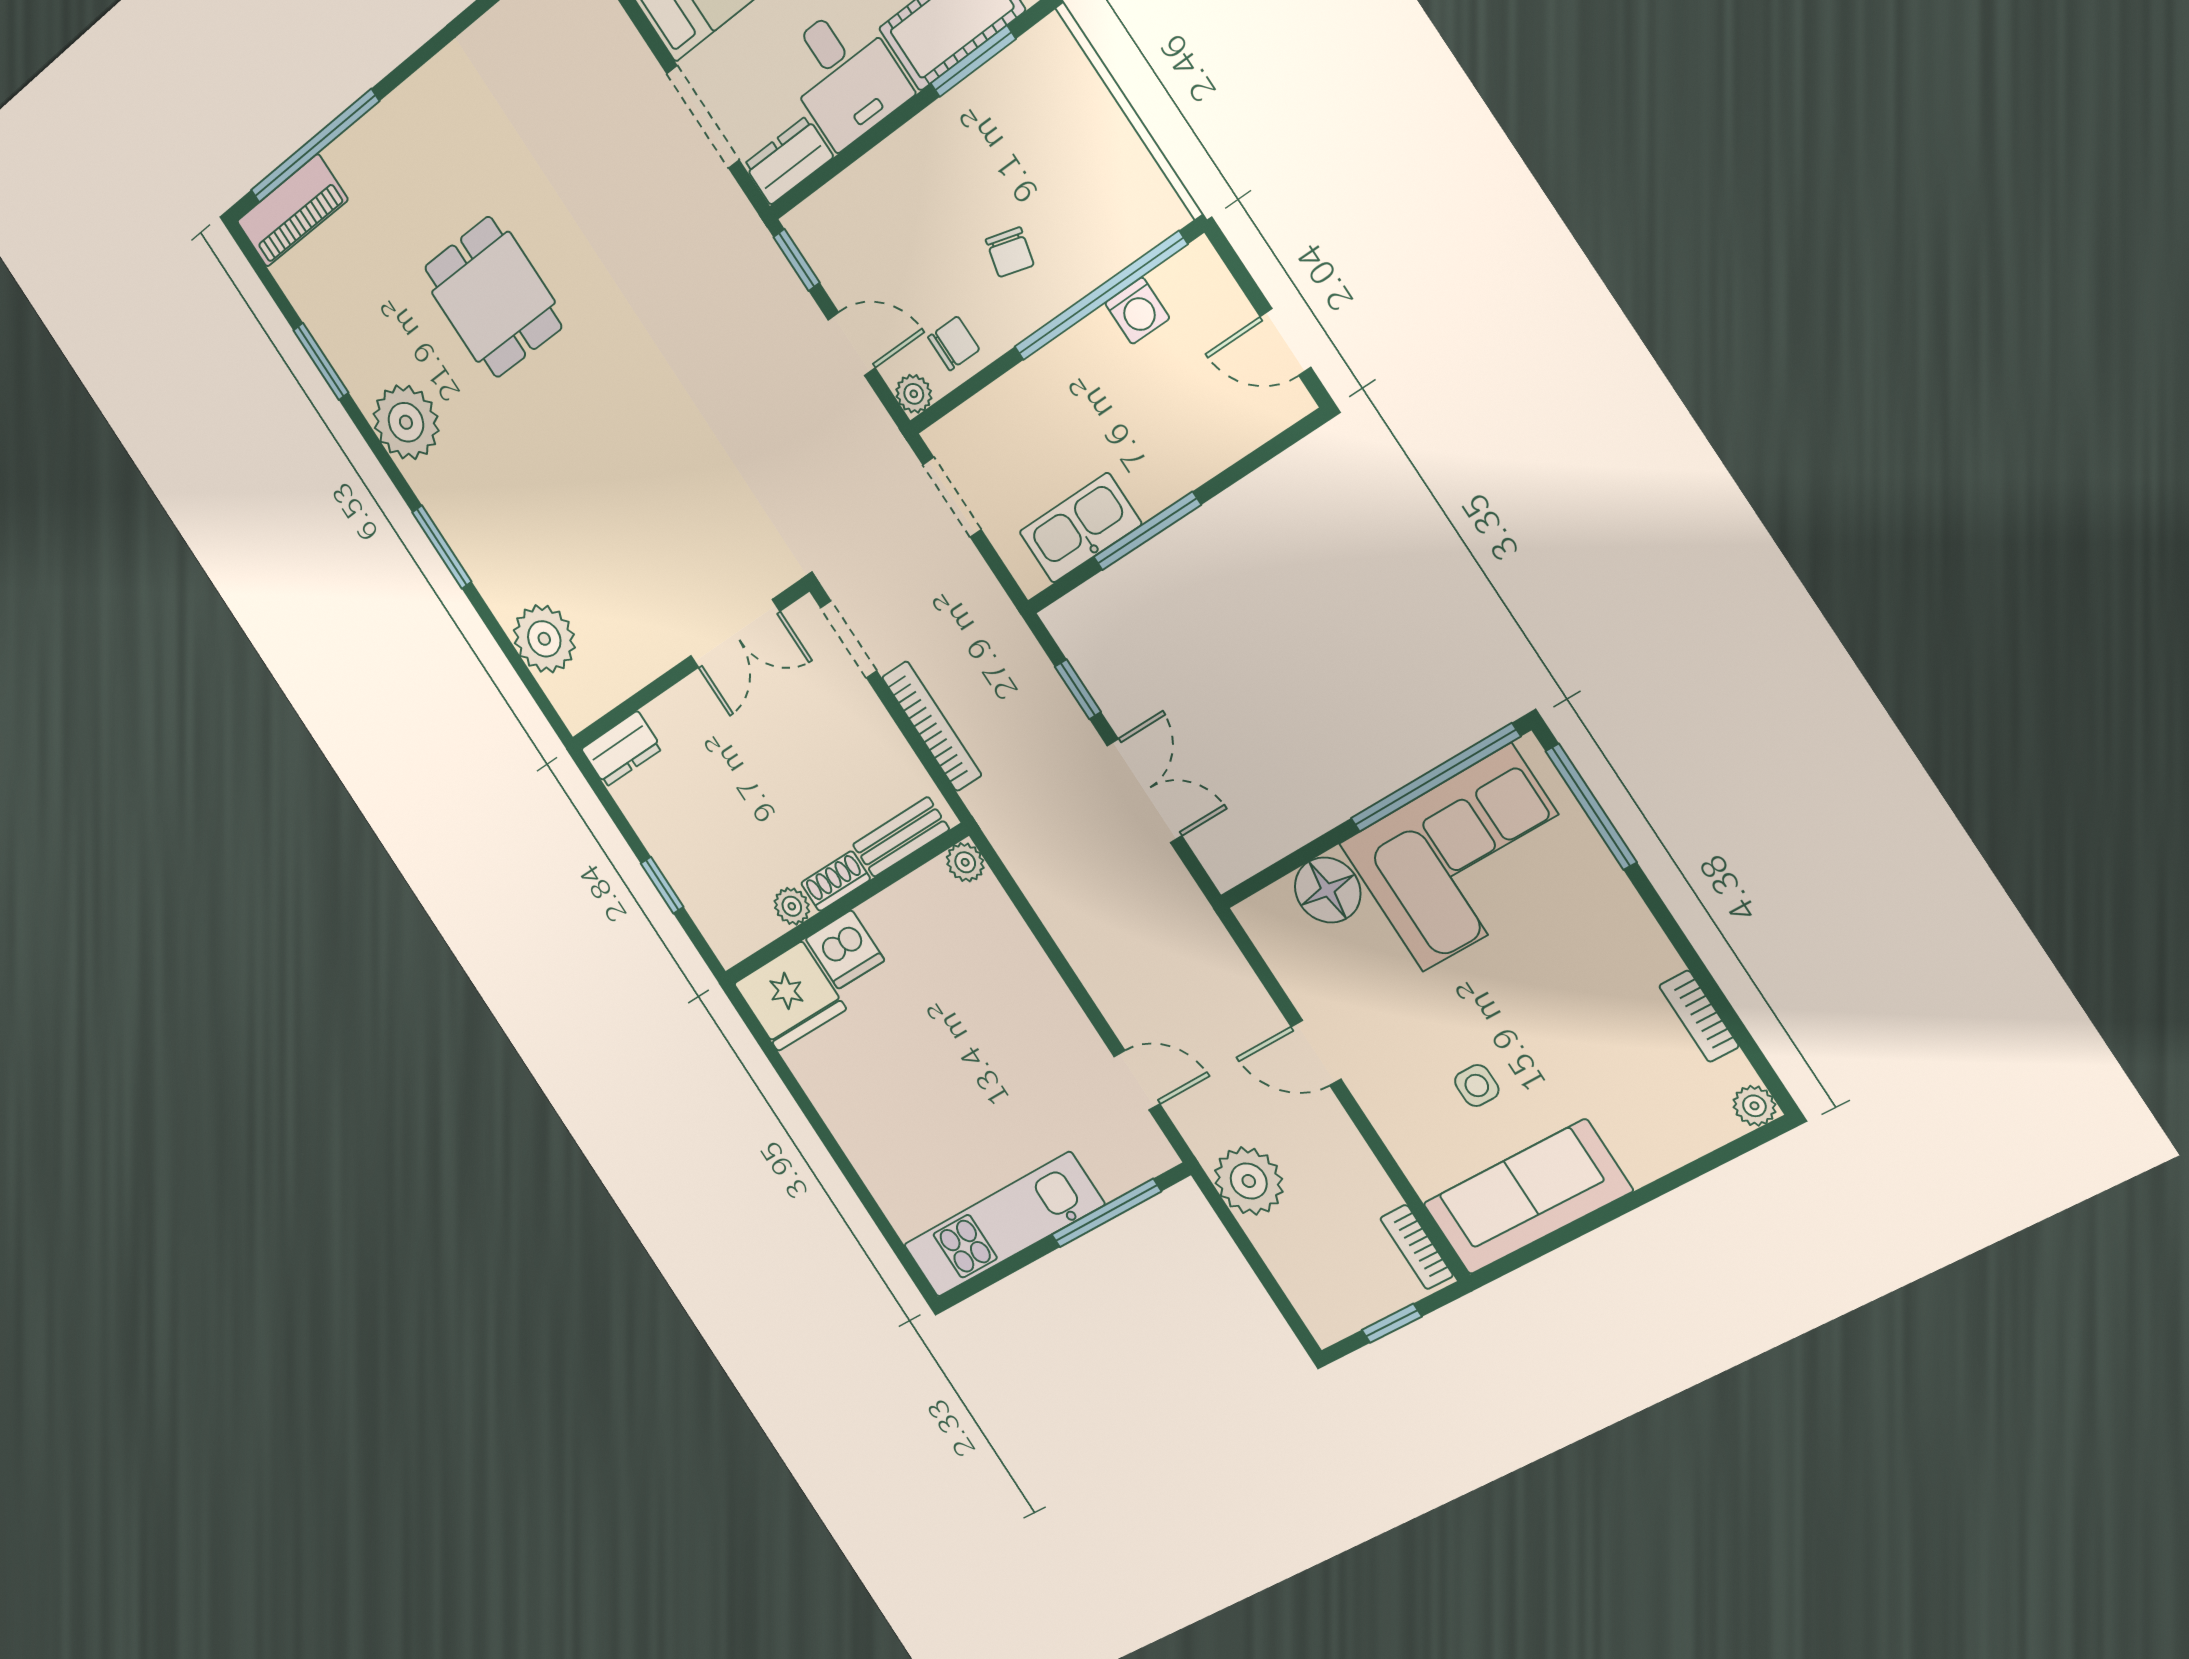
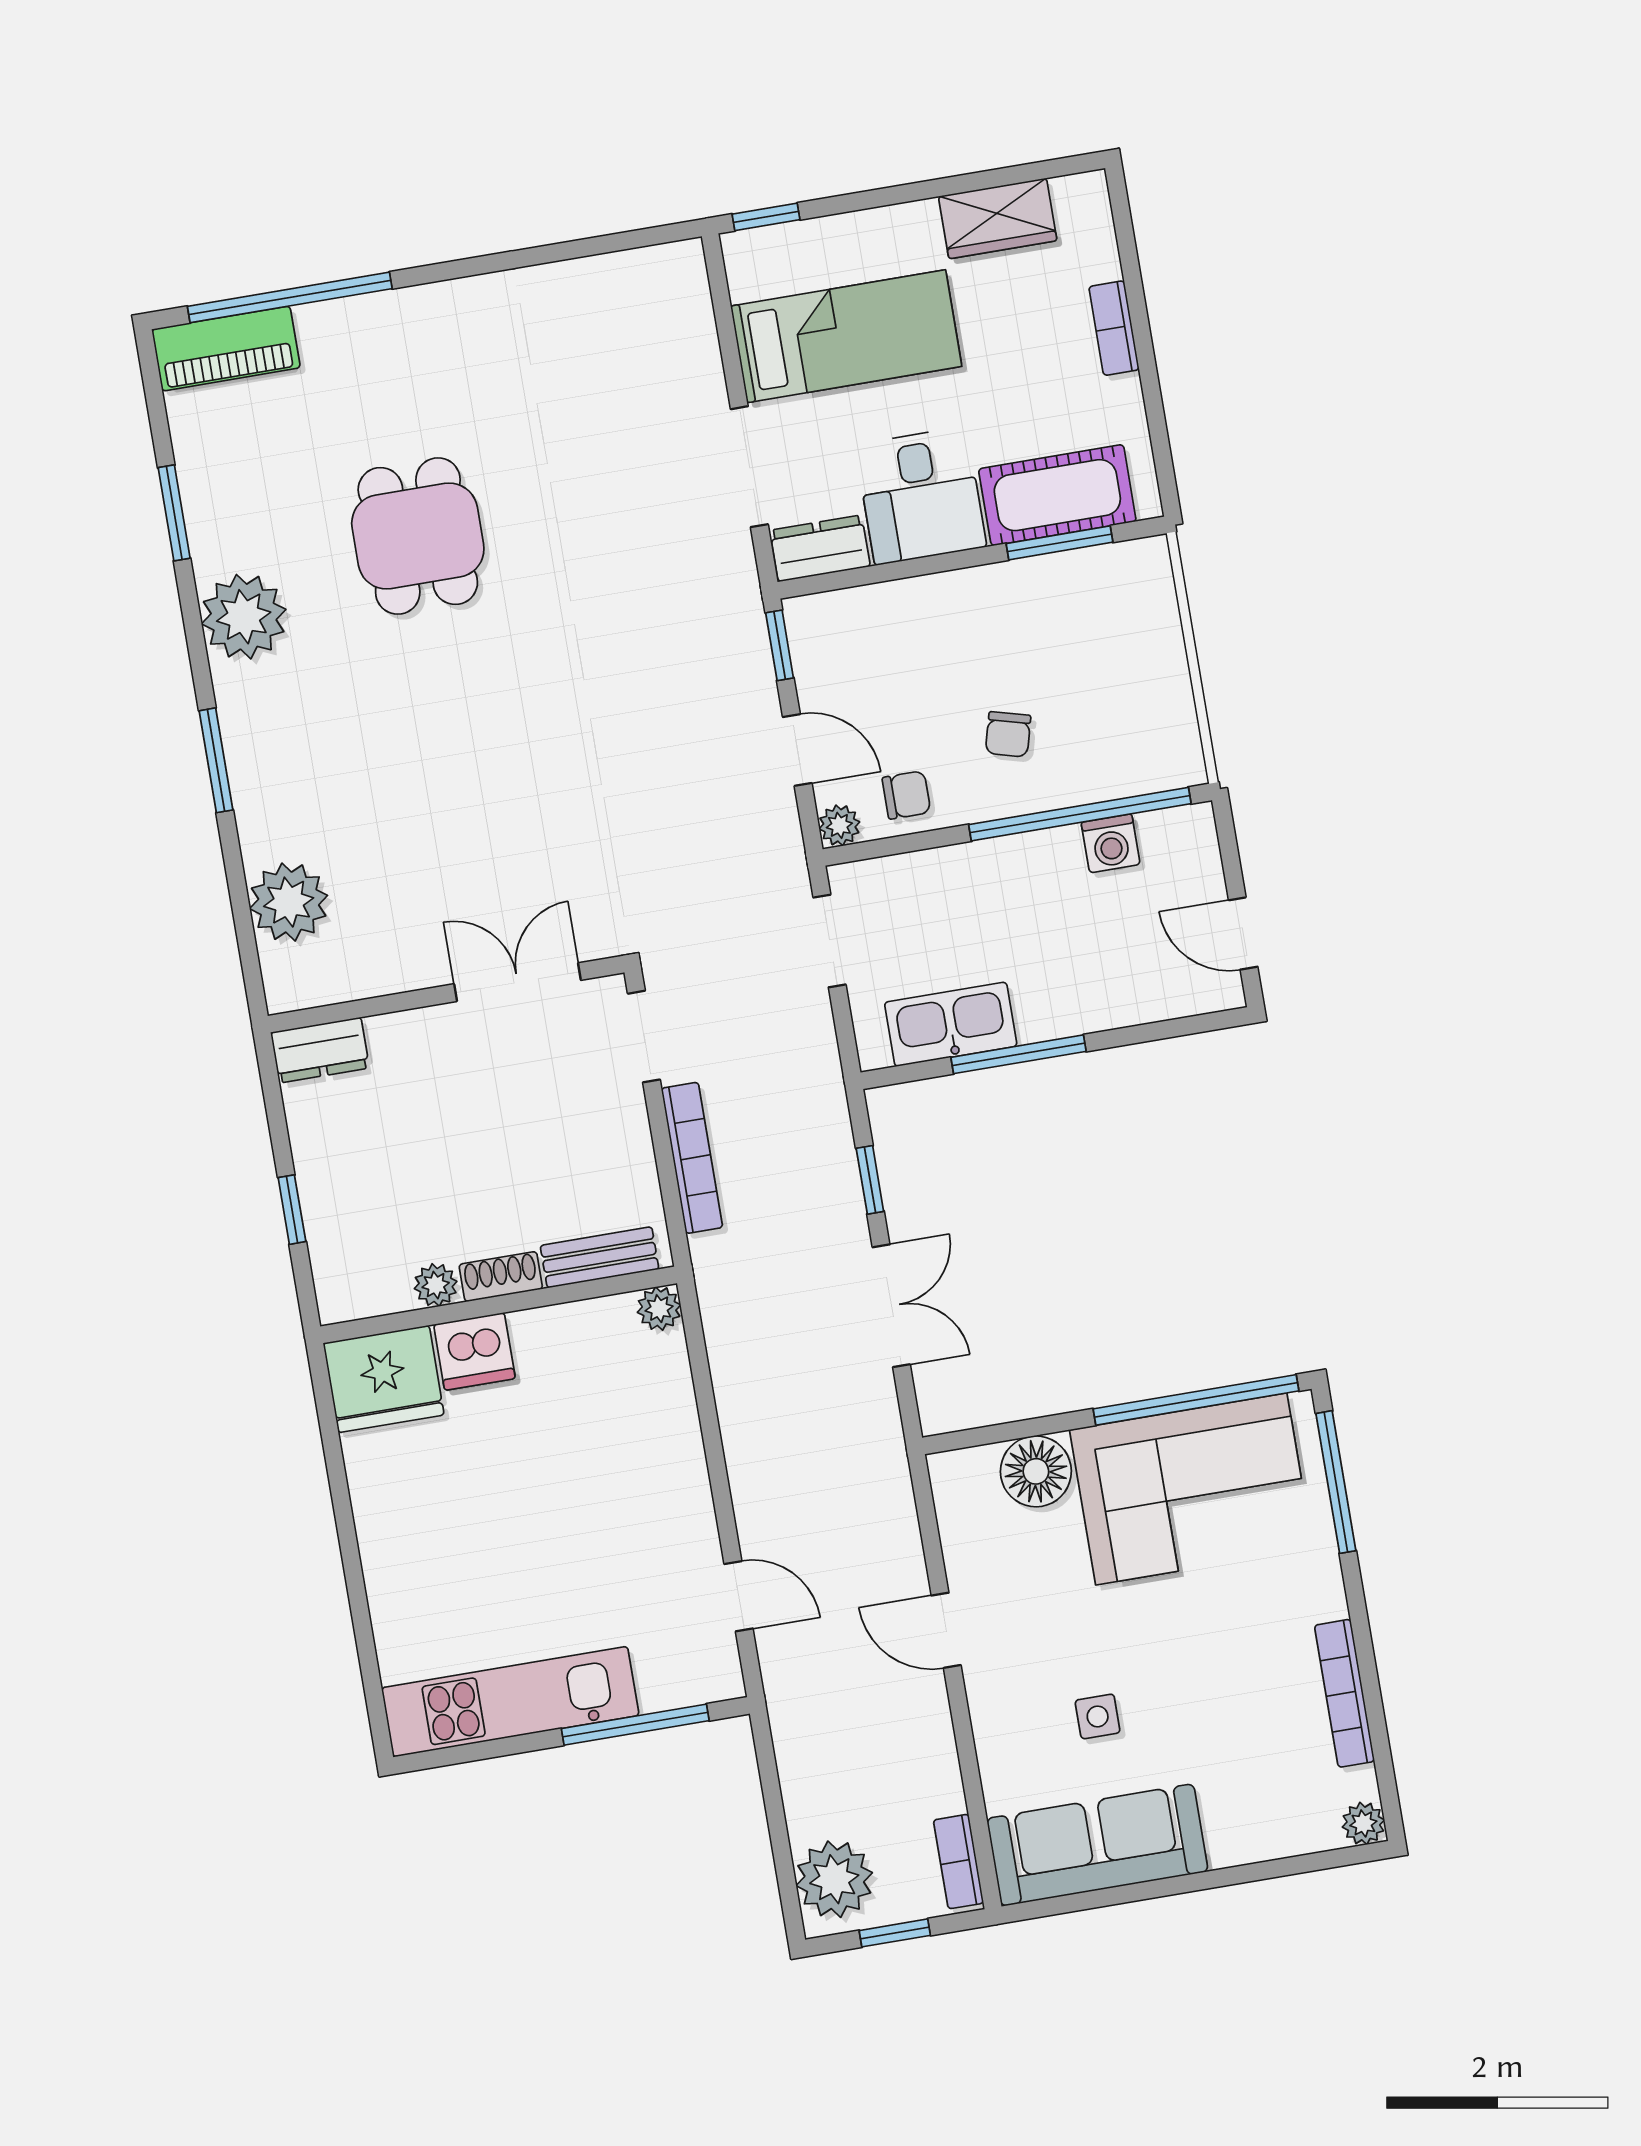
double door: (735, 634) -> (518, 982), swing flipped
bookcase: (1699, 1016) -> (1344, 1693), width x1.56
plant: (1249, 1181) -> (834, 1879), moved

